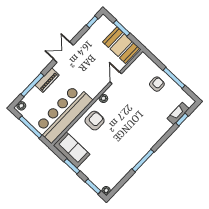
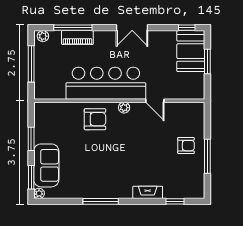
booth: (121, 45) -> (191, 51), moved
double door: (63, 52) -> (132, 28), swing flipped
door: (116, 78) -> (155, 101), swing flipped
piano: (47, 80) -> (77, 38), moved
bar counter: (63, 114) -> (106, 83), moved
fireplace: (178, 114) -> (148, 192), moved
sofa: (72, 150) -> (46, 165), moved

